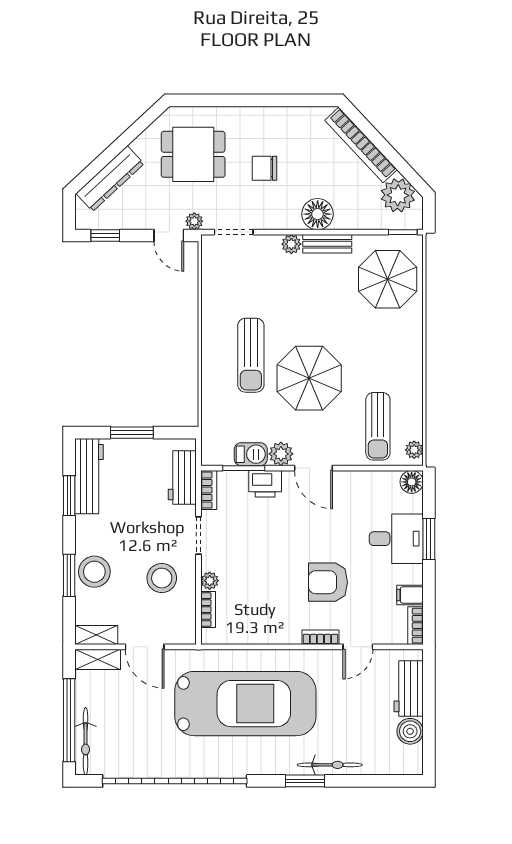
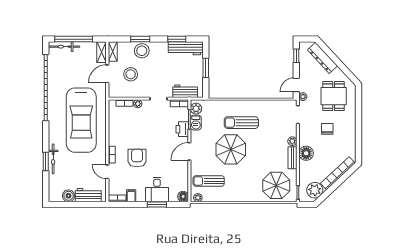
plant: (281, 454) -> (196, 109), moved
stool: (162, 578) -> (131, 74), moved
window: (305, 781) -> (46, 161), moved

